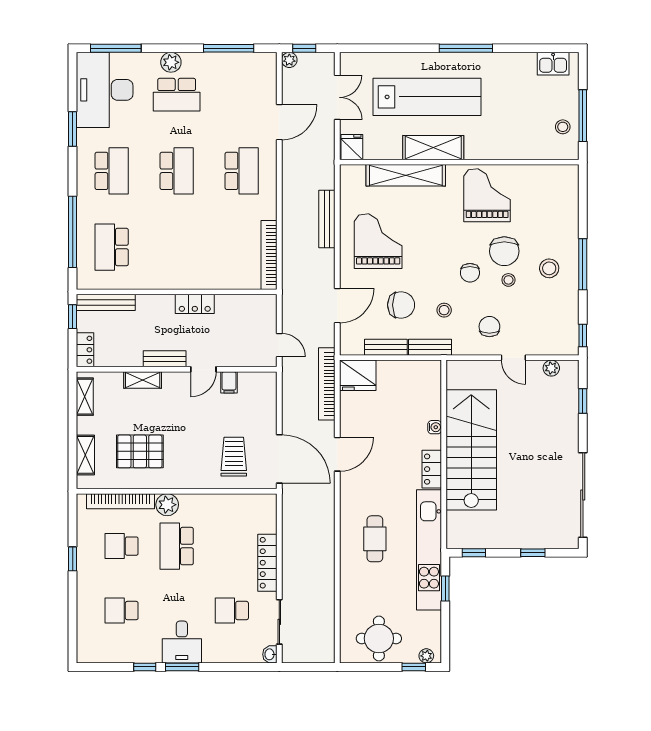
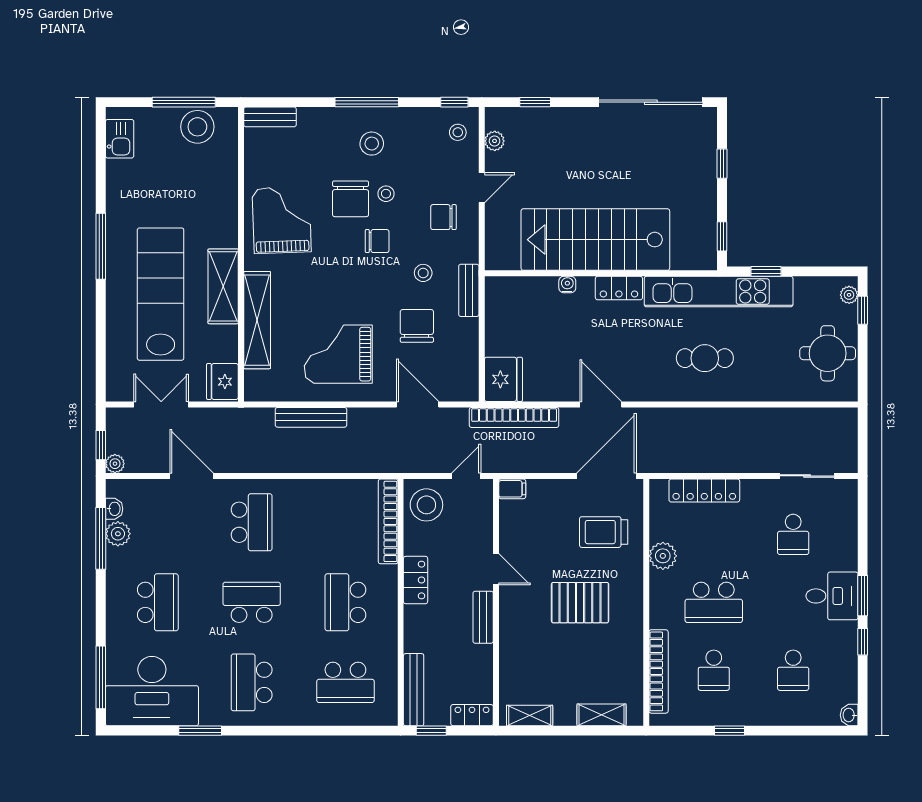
washbasin: (253, 59) -> (114, 509), added
plant: (171, 62) -> (118, 534), moved
stool: (563, 127) -> (197, 127), width x1.89, depth x1.89
fridge: (352, 147) -> (222, 382), width x1.38
school desk: (112, 171) -> (252, 682), turned -90
school desk: (242, 171) -> (252, 522), turned 90
grand piano: (487, 195) -> (282, 220), turned 88
window: (73, 232) -> (327, 731), removed
school desk: (177, 247) -> (345, 602), added
chair: (504, 251) -> (351, 199), turned 90
bookcase: (269, 255) -> (388, 521), moved, turned 90
stool: (256, 313) -> (426, 505), added
stool: (558, 338) -> (458, 132), added
bench: (386, 347) -> (270, 117), moved, turned 90
shelving: (143, 380) -> (509, 644), removed
filing cabinet: (229, 382) -> (512, 489), moved
pallet: (140, 451) -> (580, 603), moved, turned 90
plant: (167, 505) -> (663, 556), moved
locker: (267, 563) -> (704, 490), moved
washbasin: (270, 654) -> (849, 715), moved, turned 90

